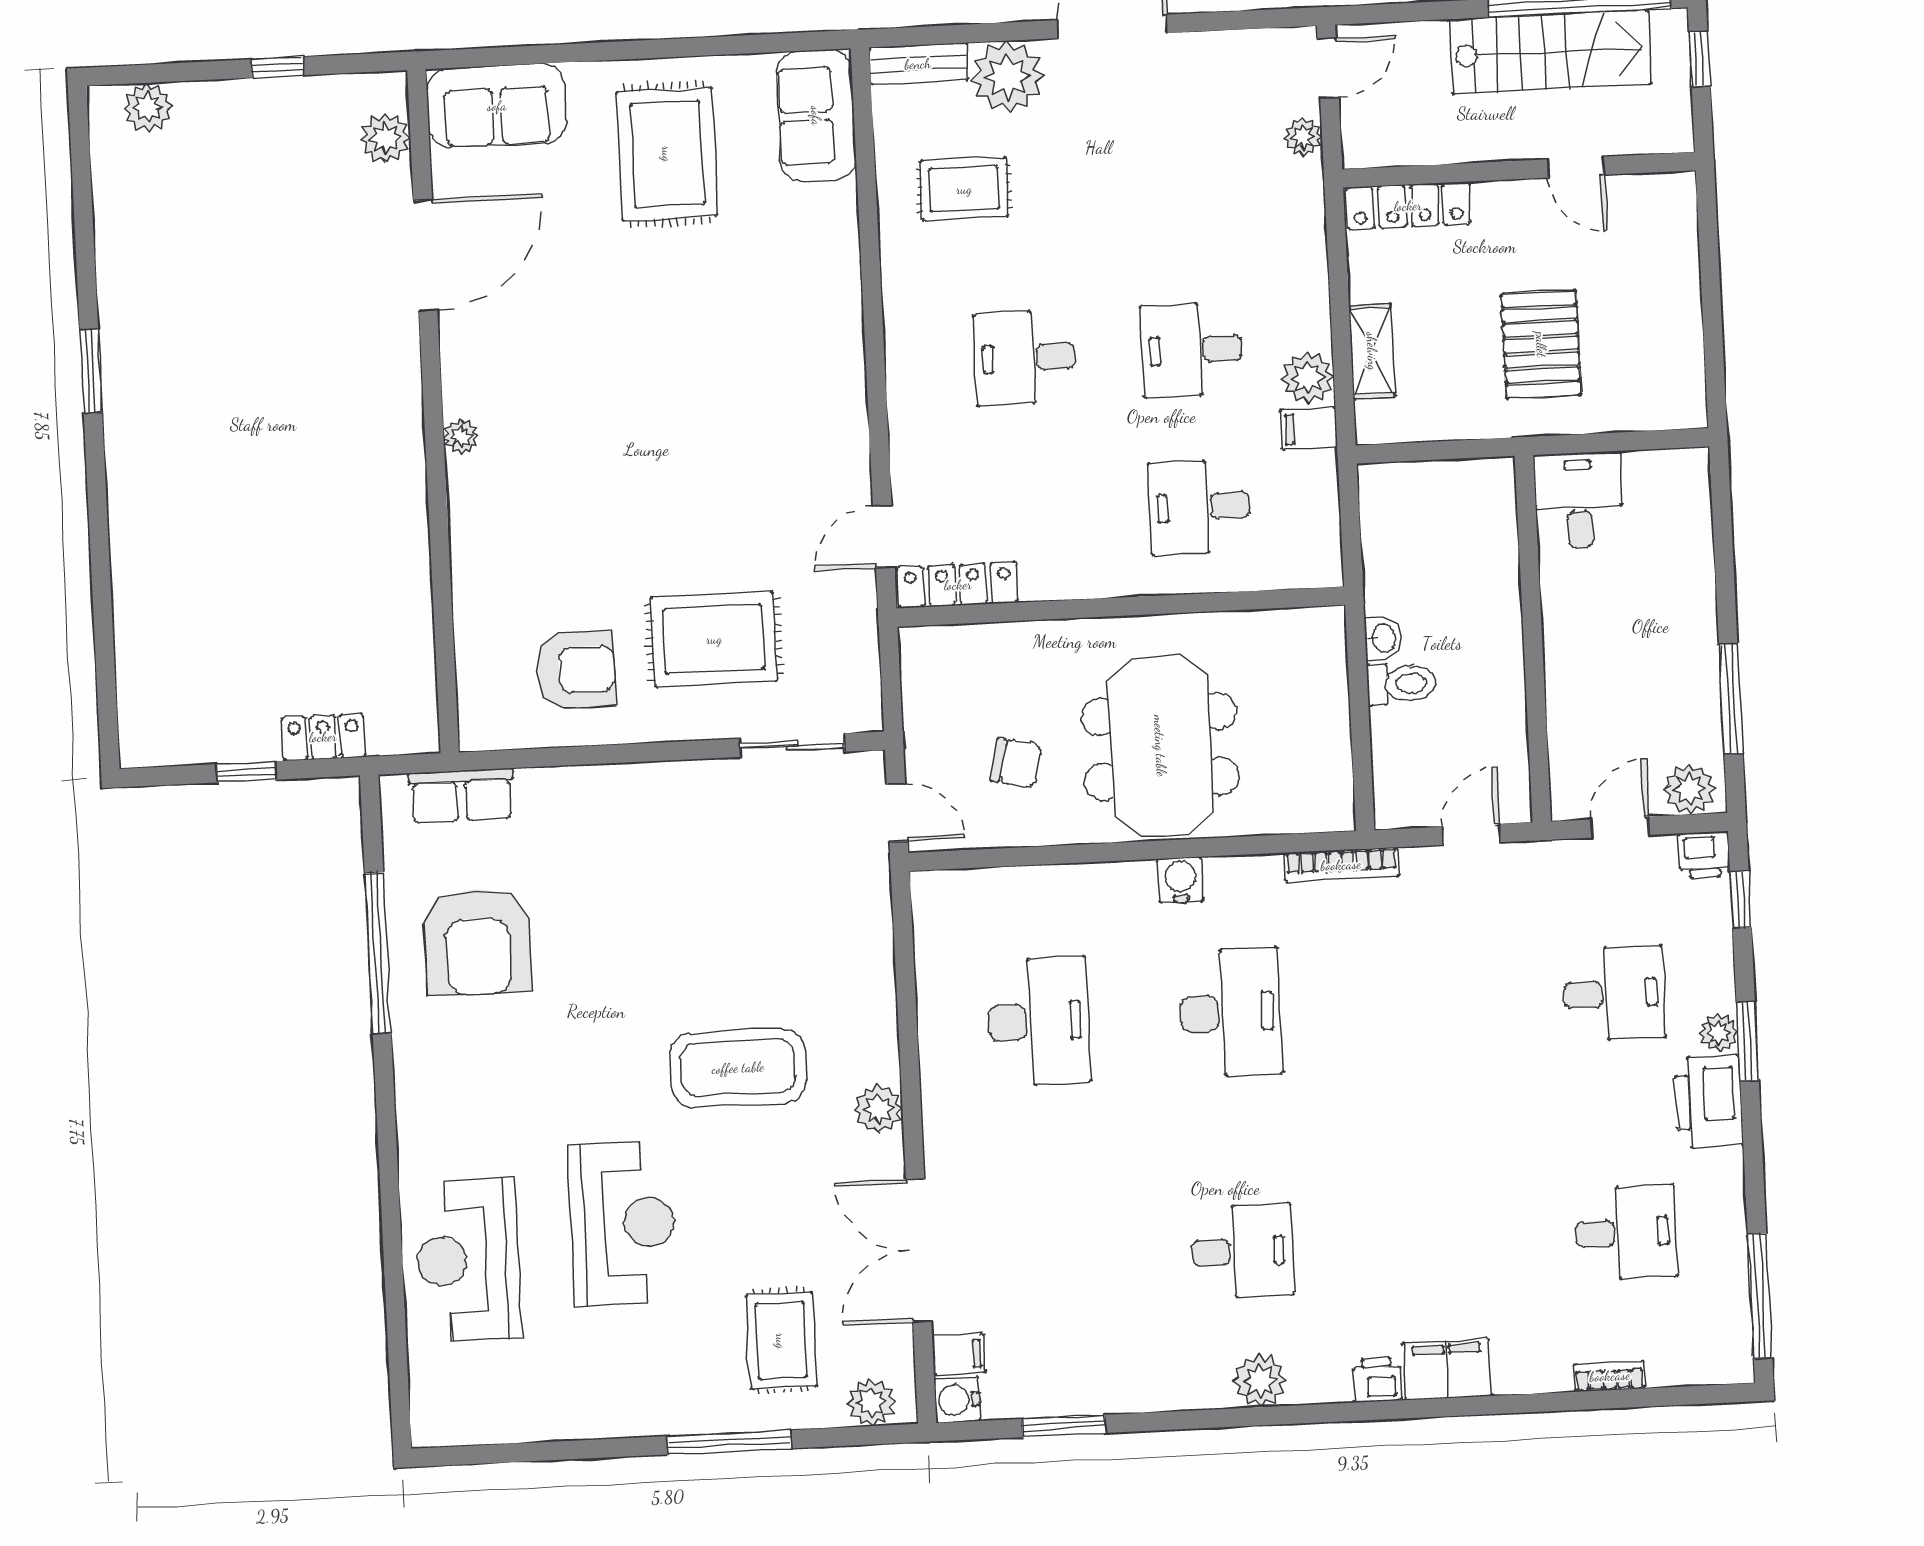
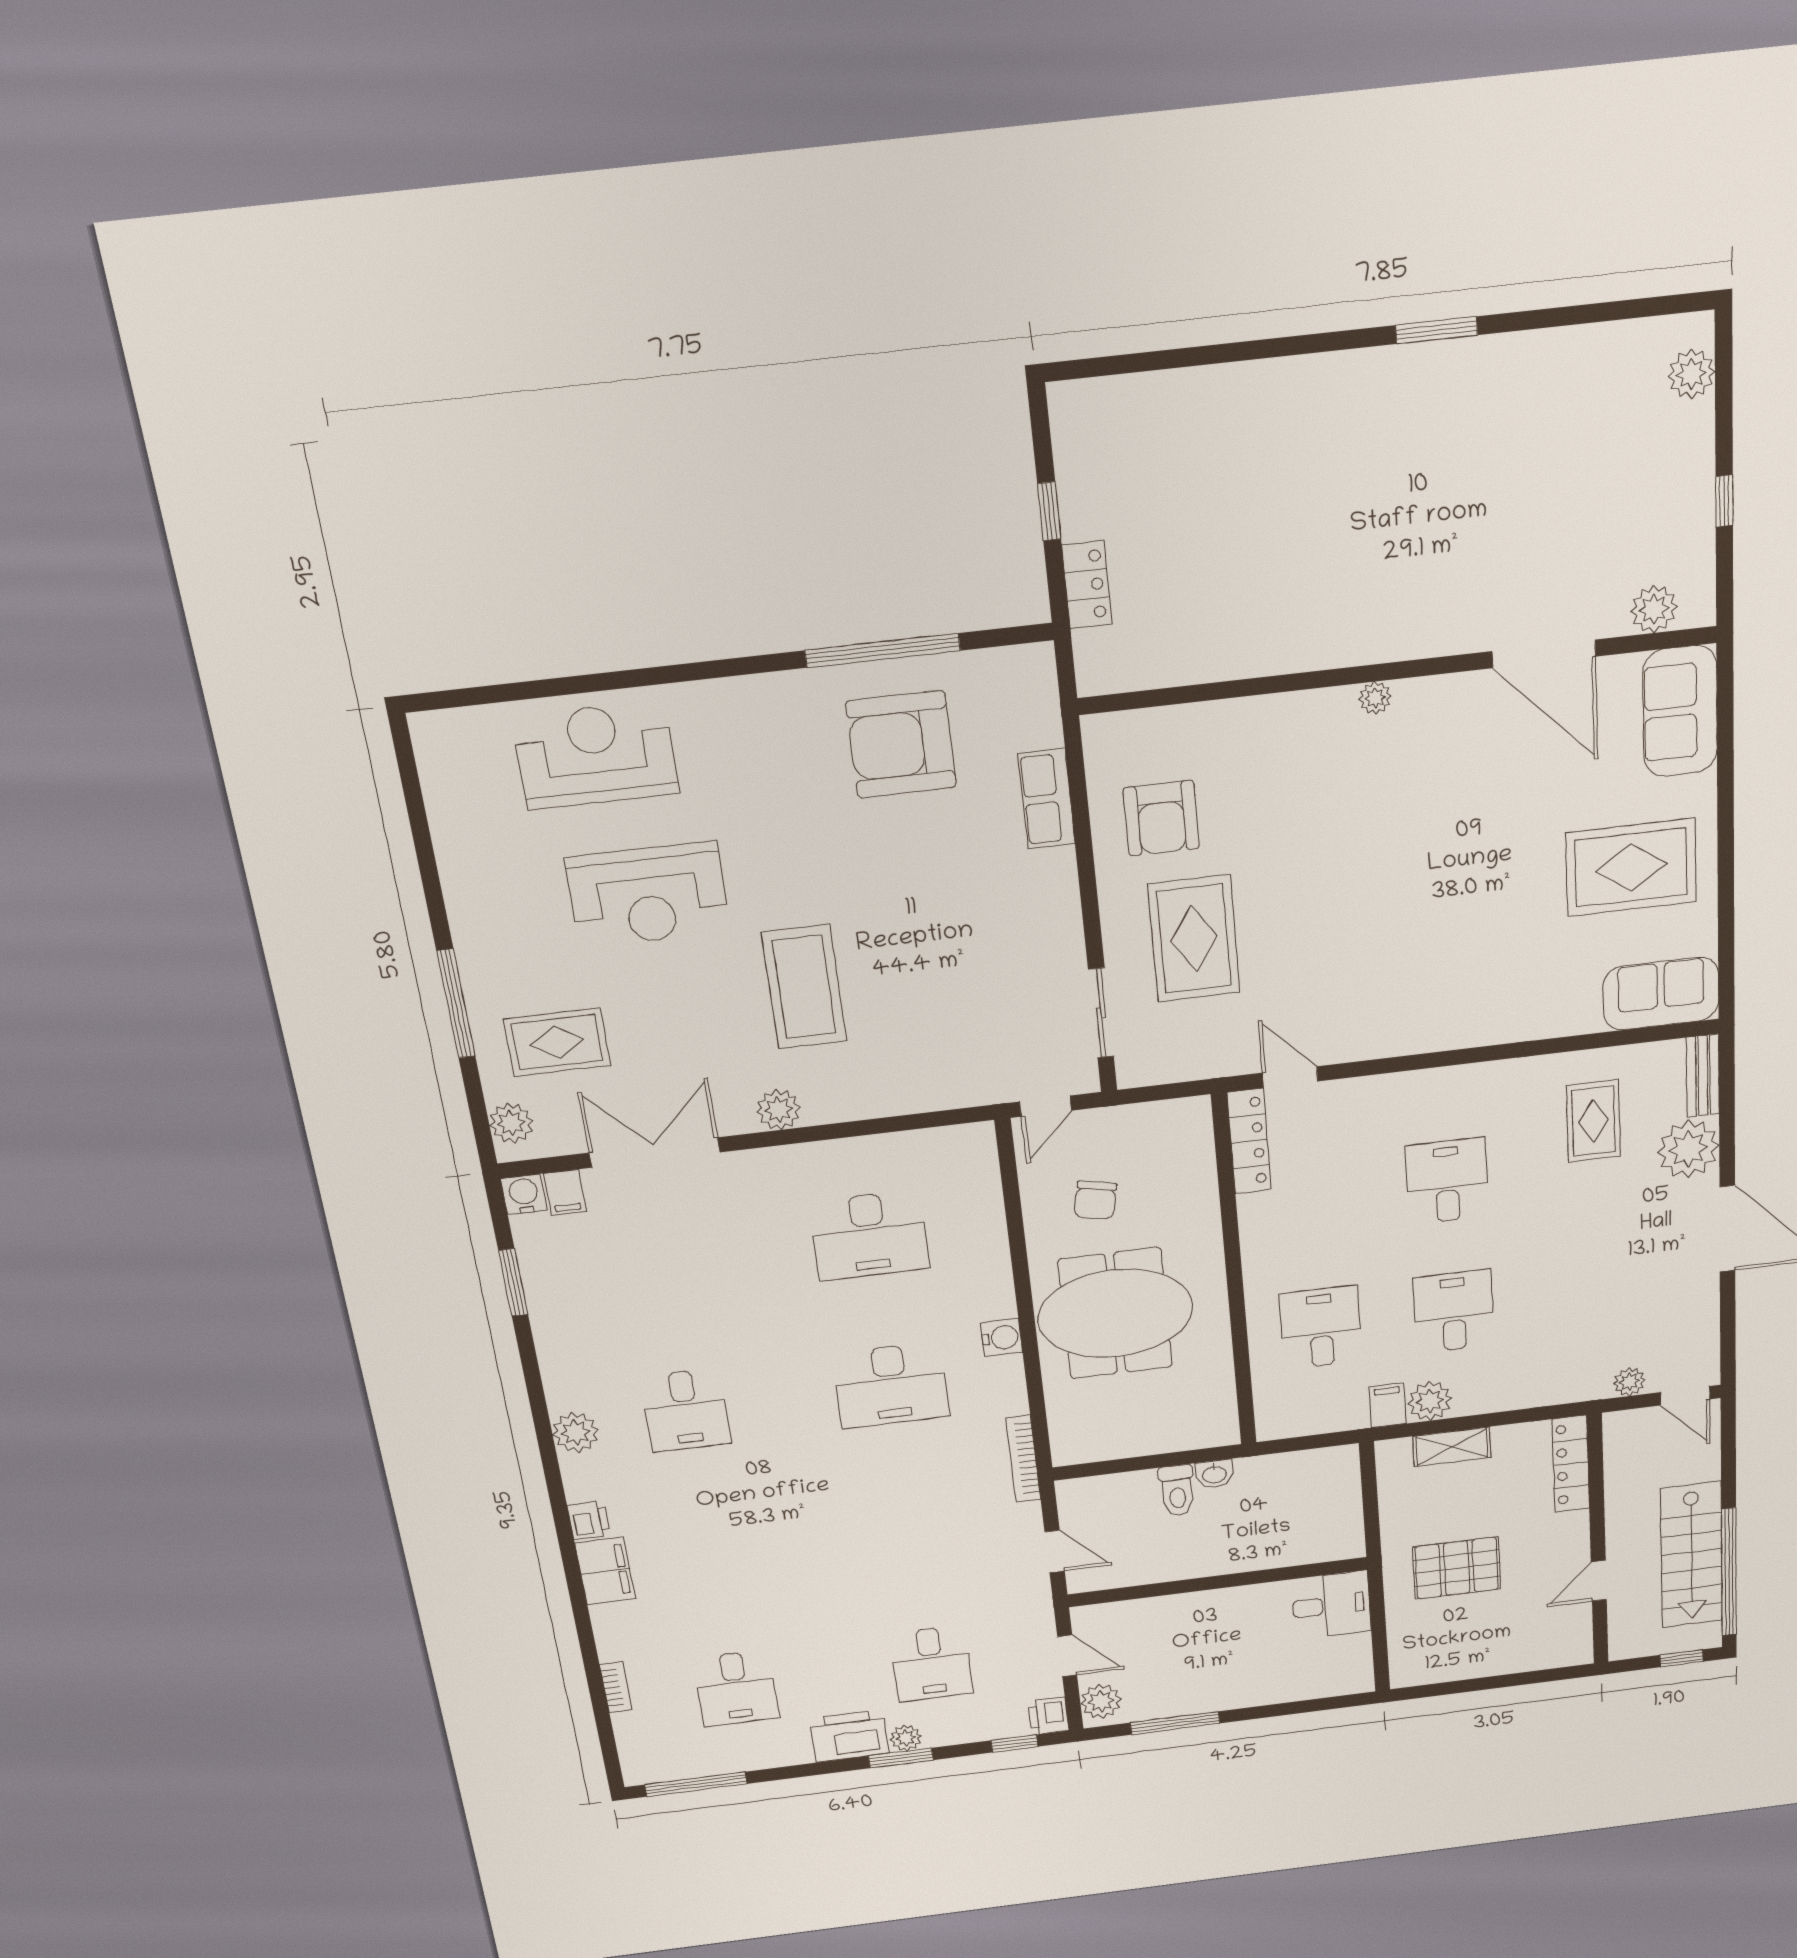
row of seats: (462, 796) -> (1047, 799), moved

